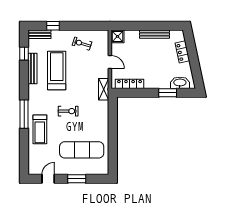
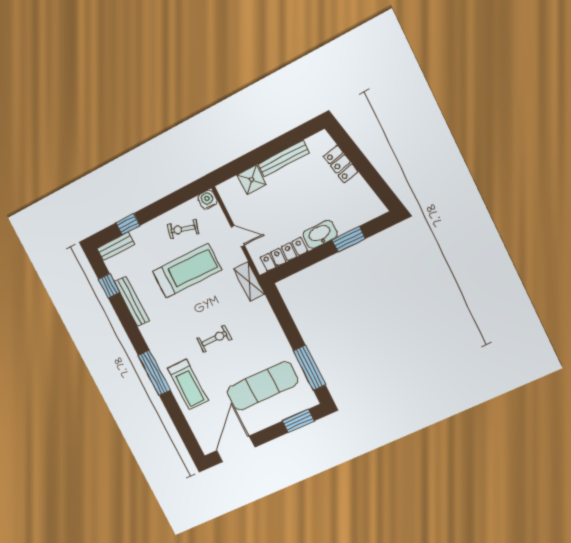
water cooler: (103, 35) -> (208, 200), added
shower: (117, 36) -> (252, 180), moved
treadmill: (57, 70) -> (187, 271), moved, turned 90
washbasin: (180, 83) -> (320, 234), moved
window: (113, 152) -> (310, 368), added
door: (48, 179) -> (236, 449), width x1.88
window: (77, 179) -> (298, 421), moved

